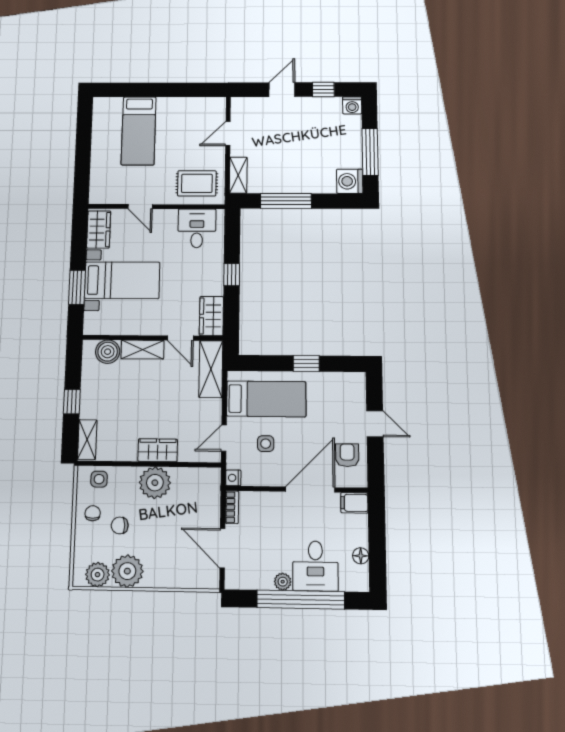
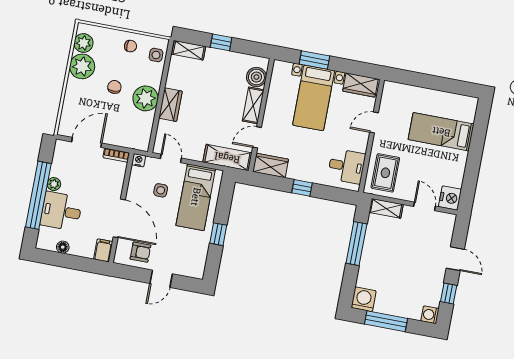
nightstand: (213, 108) -> (450, 198), added
chair: (120, 525) -> (114, 87), moved

